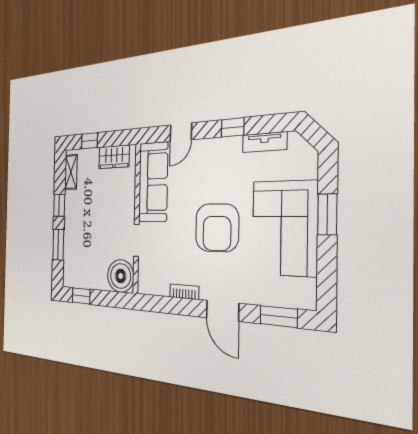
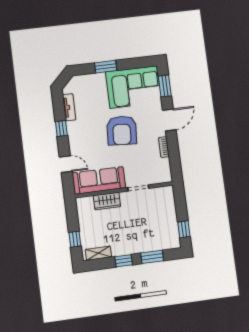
wardrobe: (114, 157) -> (107, 201), moved, turned 90
armchair: (217, 228) -> (122, 130), turned 94
corner sofa: (284, 228) -> (134, 87), moved
boiler: (121, 276) -> (164, 197), removed

